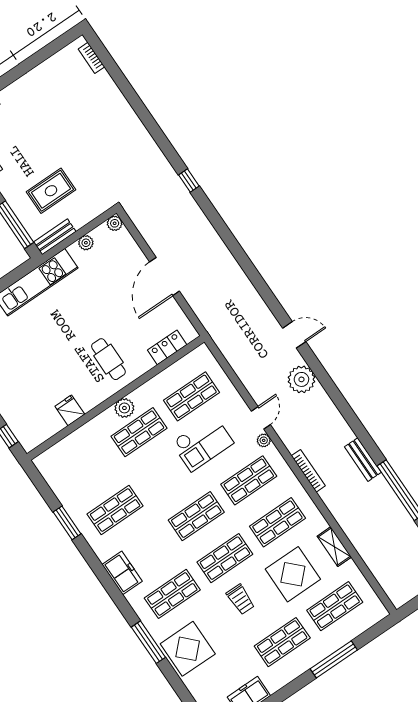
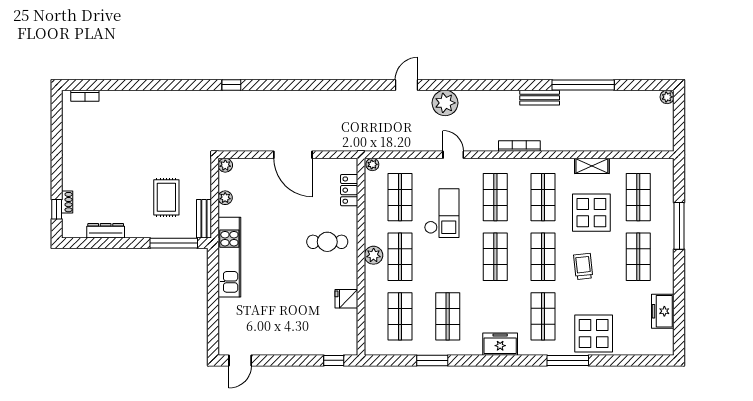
plant: (264, 440) -> (372, 164), moved
shop shelf: (86, 468) -> (400, 316), added
trolley: (241, 599) -> (583, 266), turned -96

